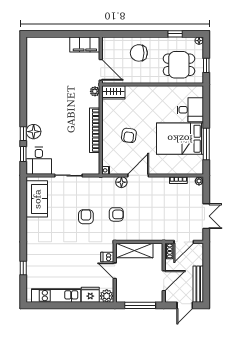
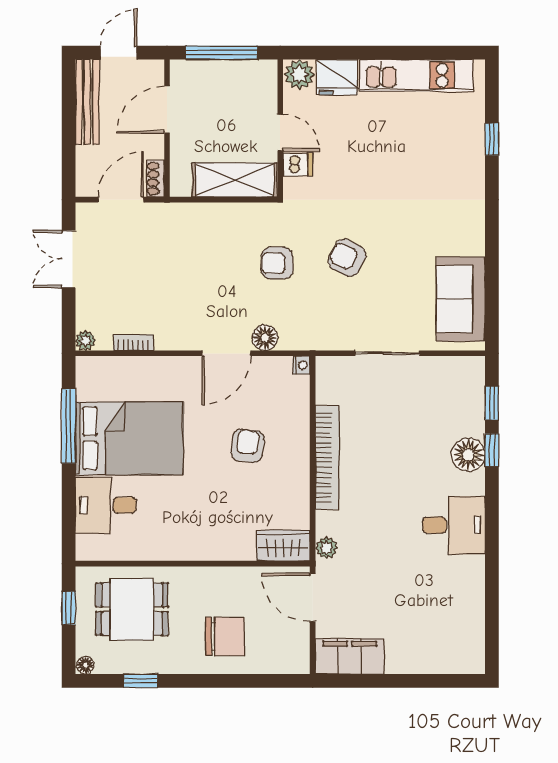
desk: (39, 161) -> (454, 525), moved, turned 90
armchair: (86, 217) -> (347, 258), turned 117

